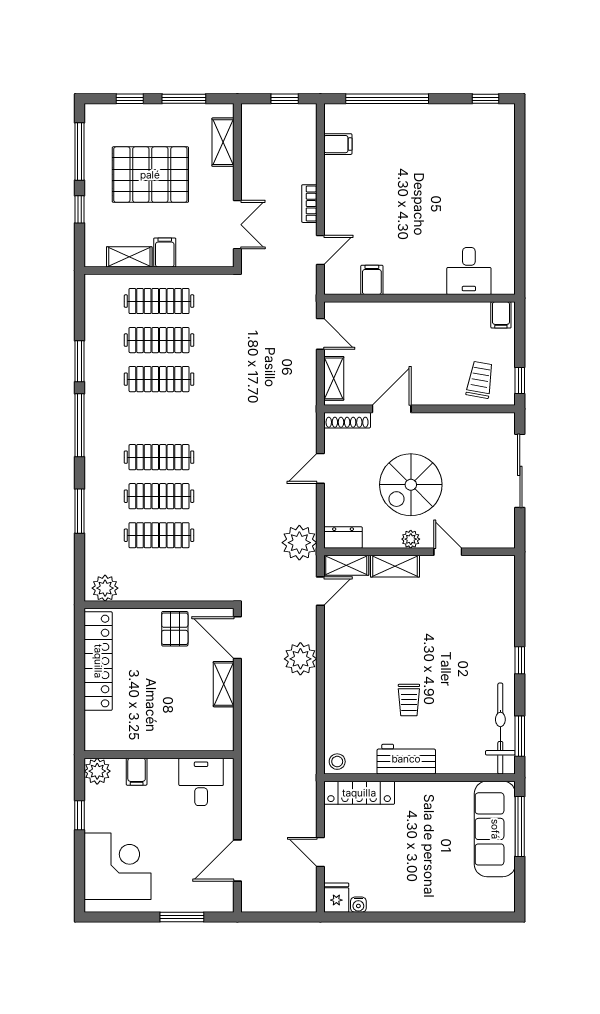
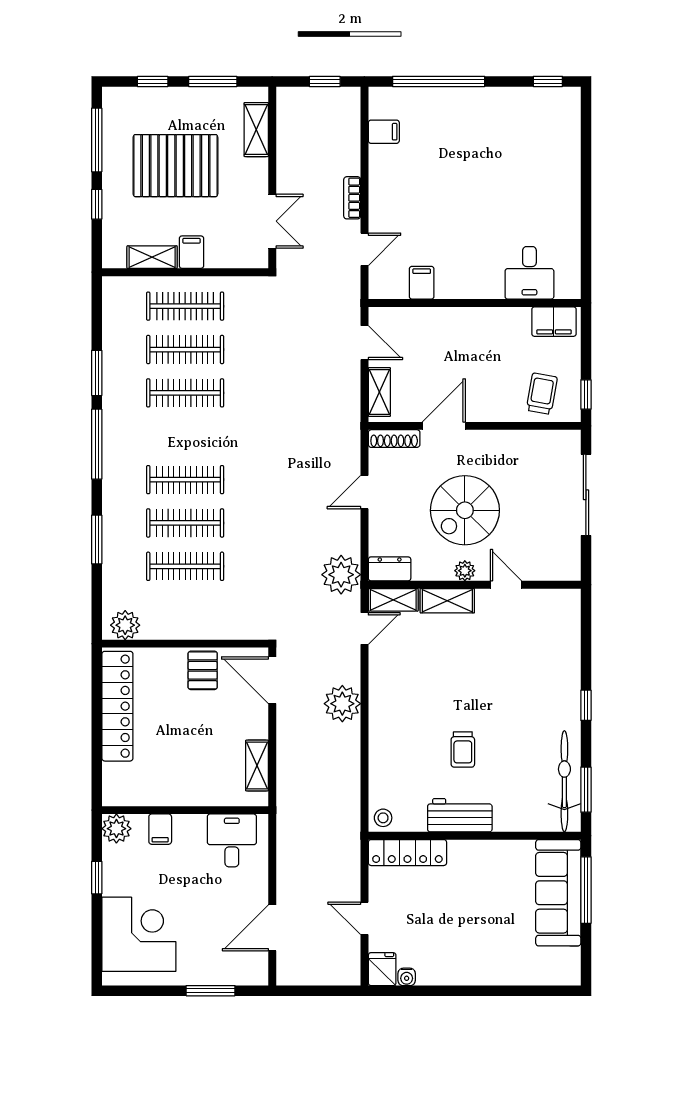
filing cabinet: (501, 315) -> (554, 322), width x2.00
shelving: (224, 684) -> (257, 766), moved

